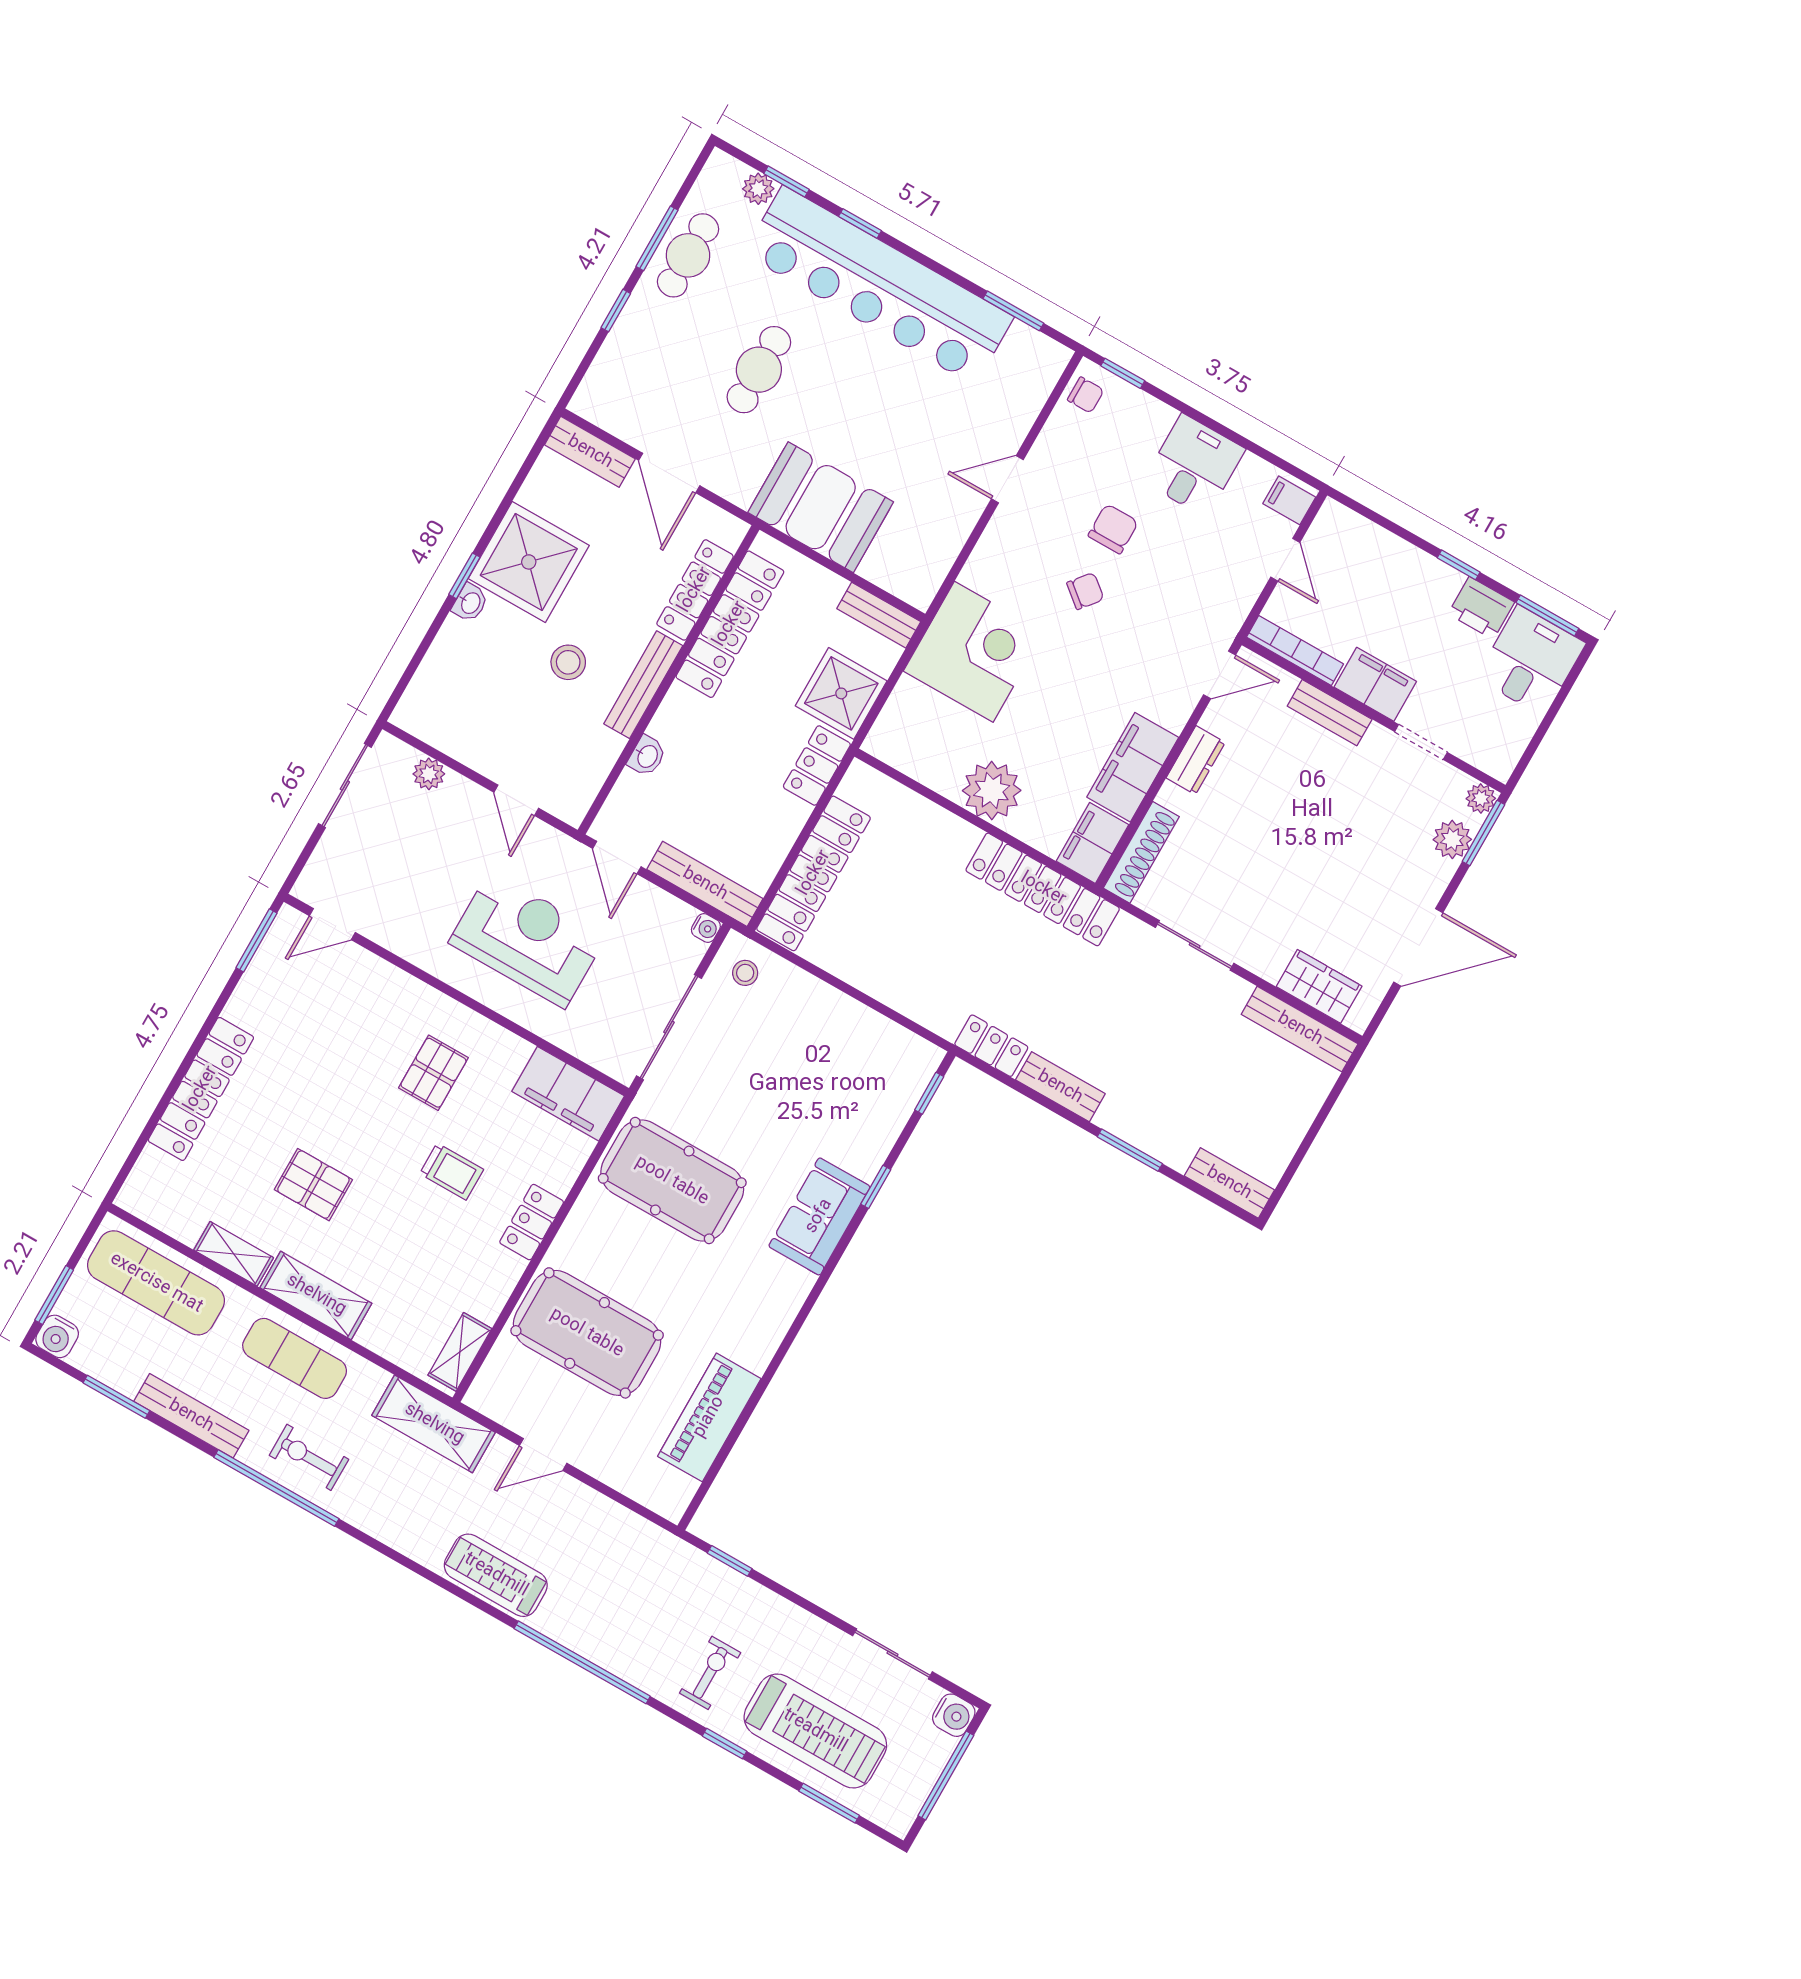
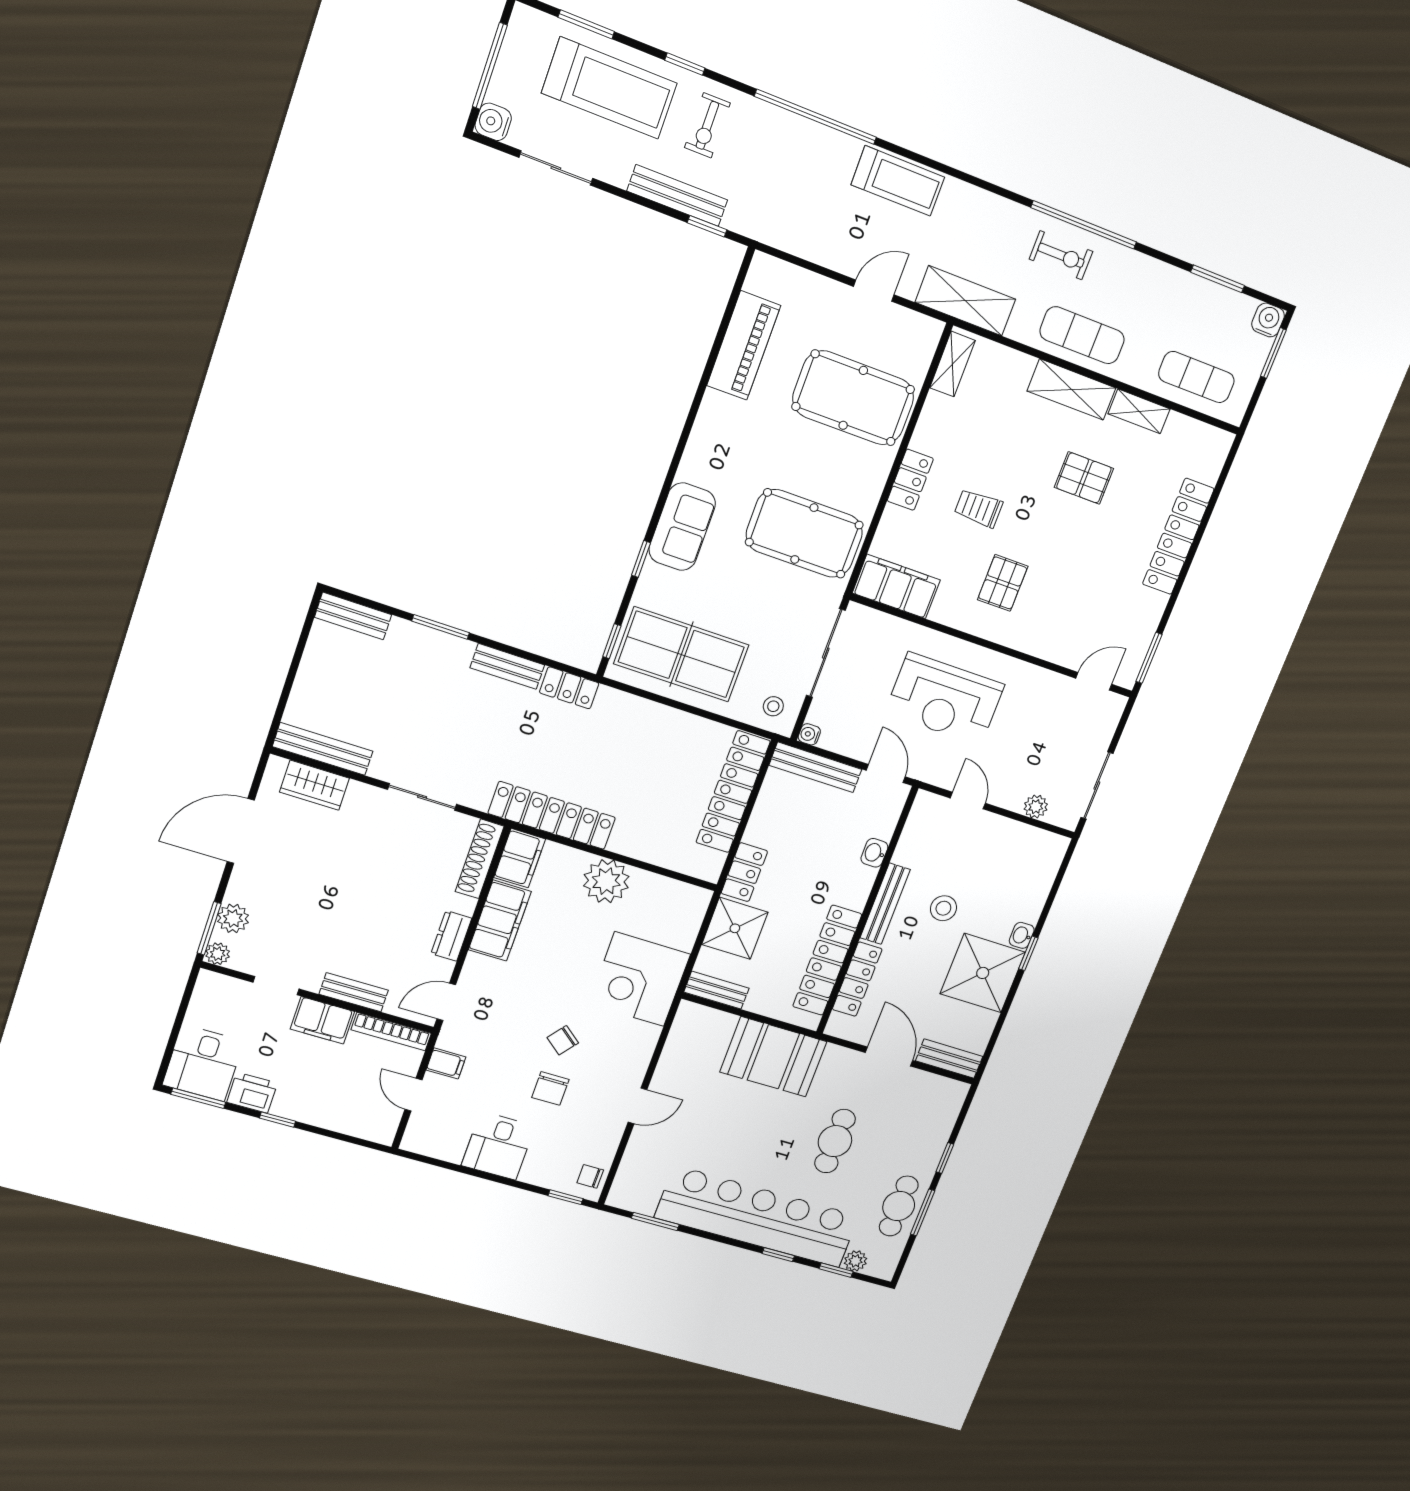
filing cabinet: (1289, 500) -> (446, 1063), moved
table tennis table: (848, 1060) -> (681, 654), added
exercise mat: (156, 1283) -> (1196, 377), width x0.73, depth x0.69
bench: (191, 1416) -> (677, 196), moved
treadmill: (815, 1731) -> (609, 88), turned 180

